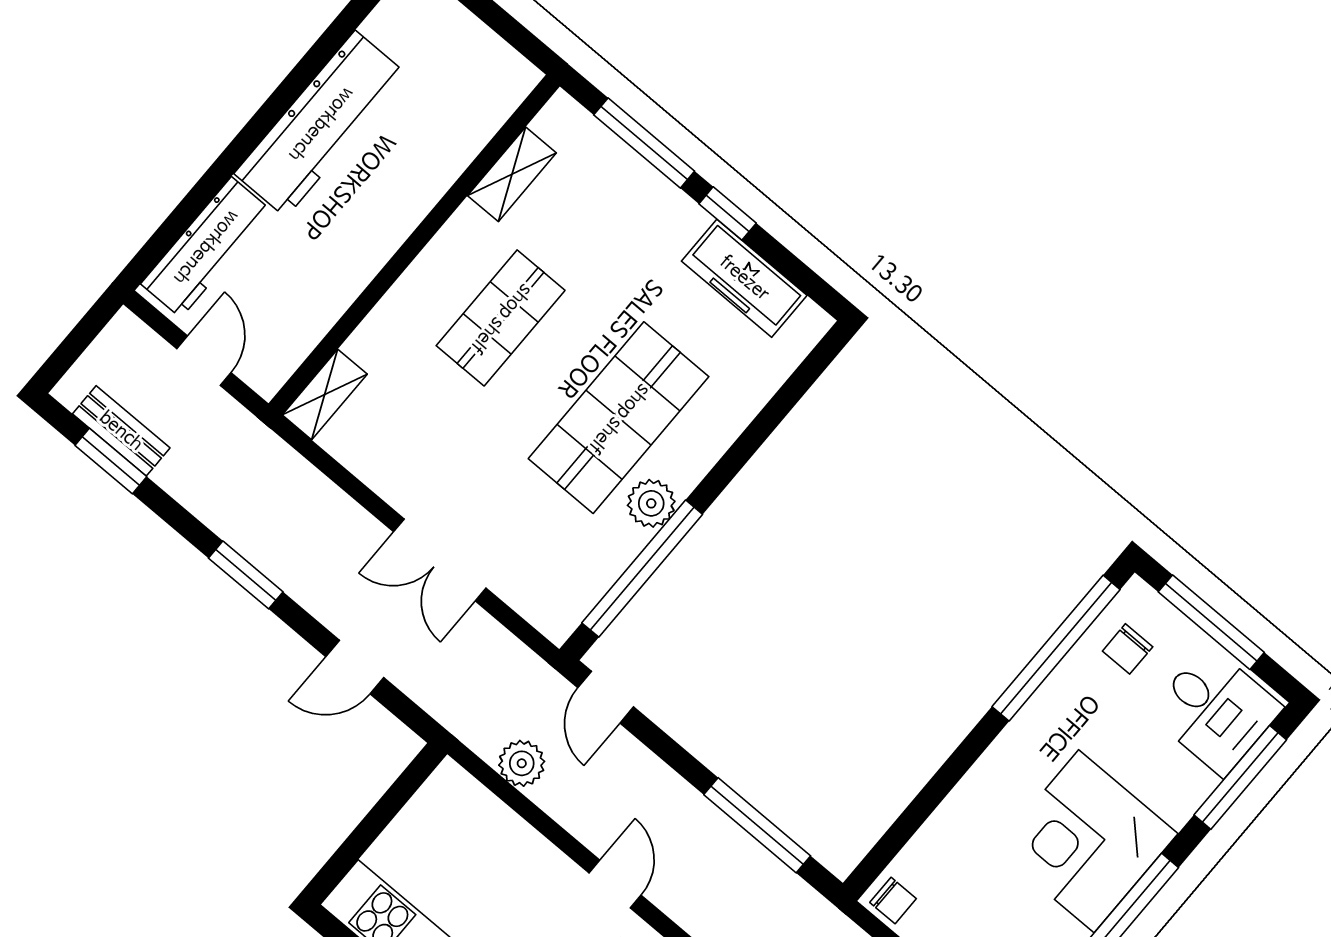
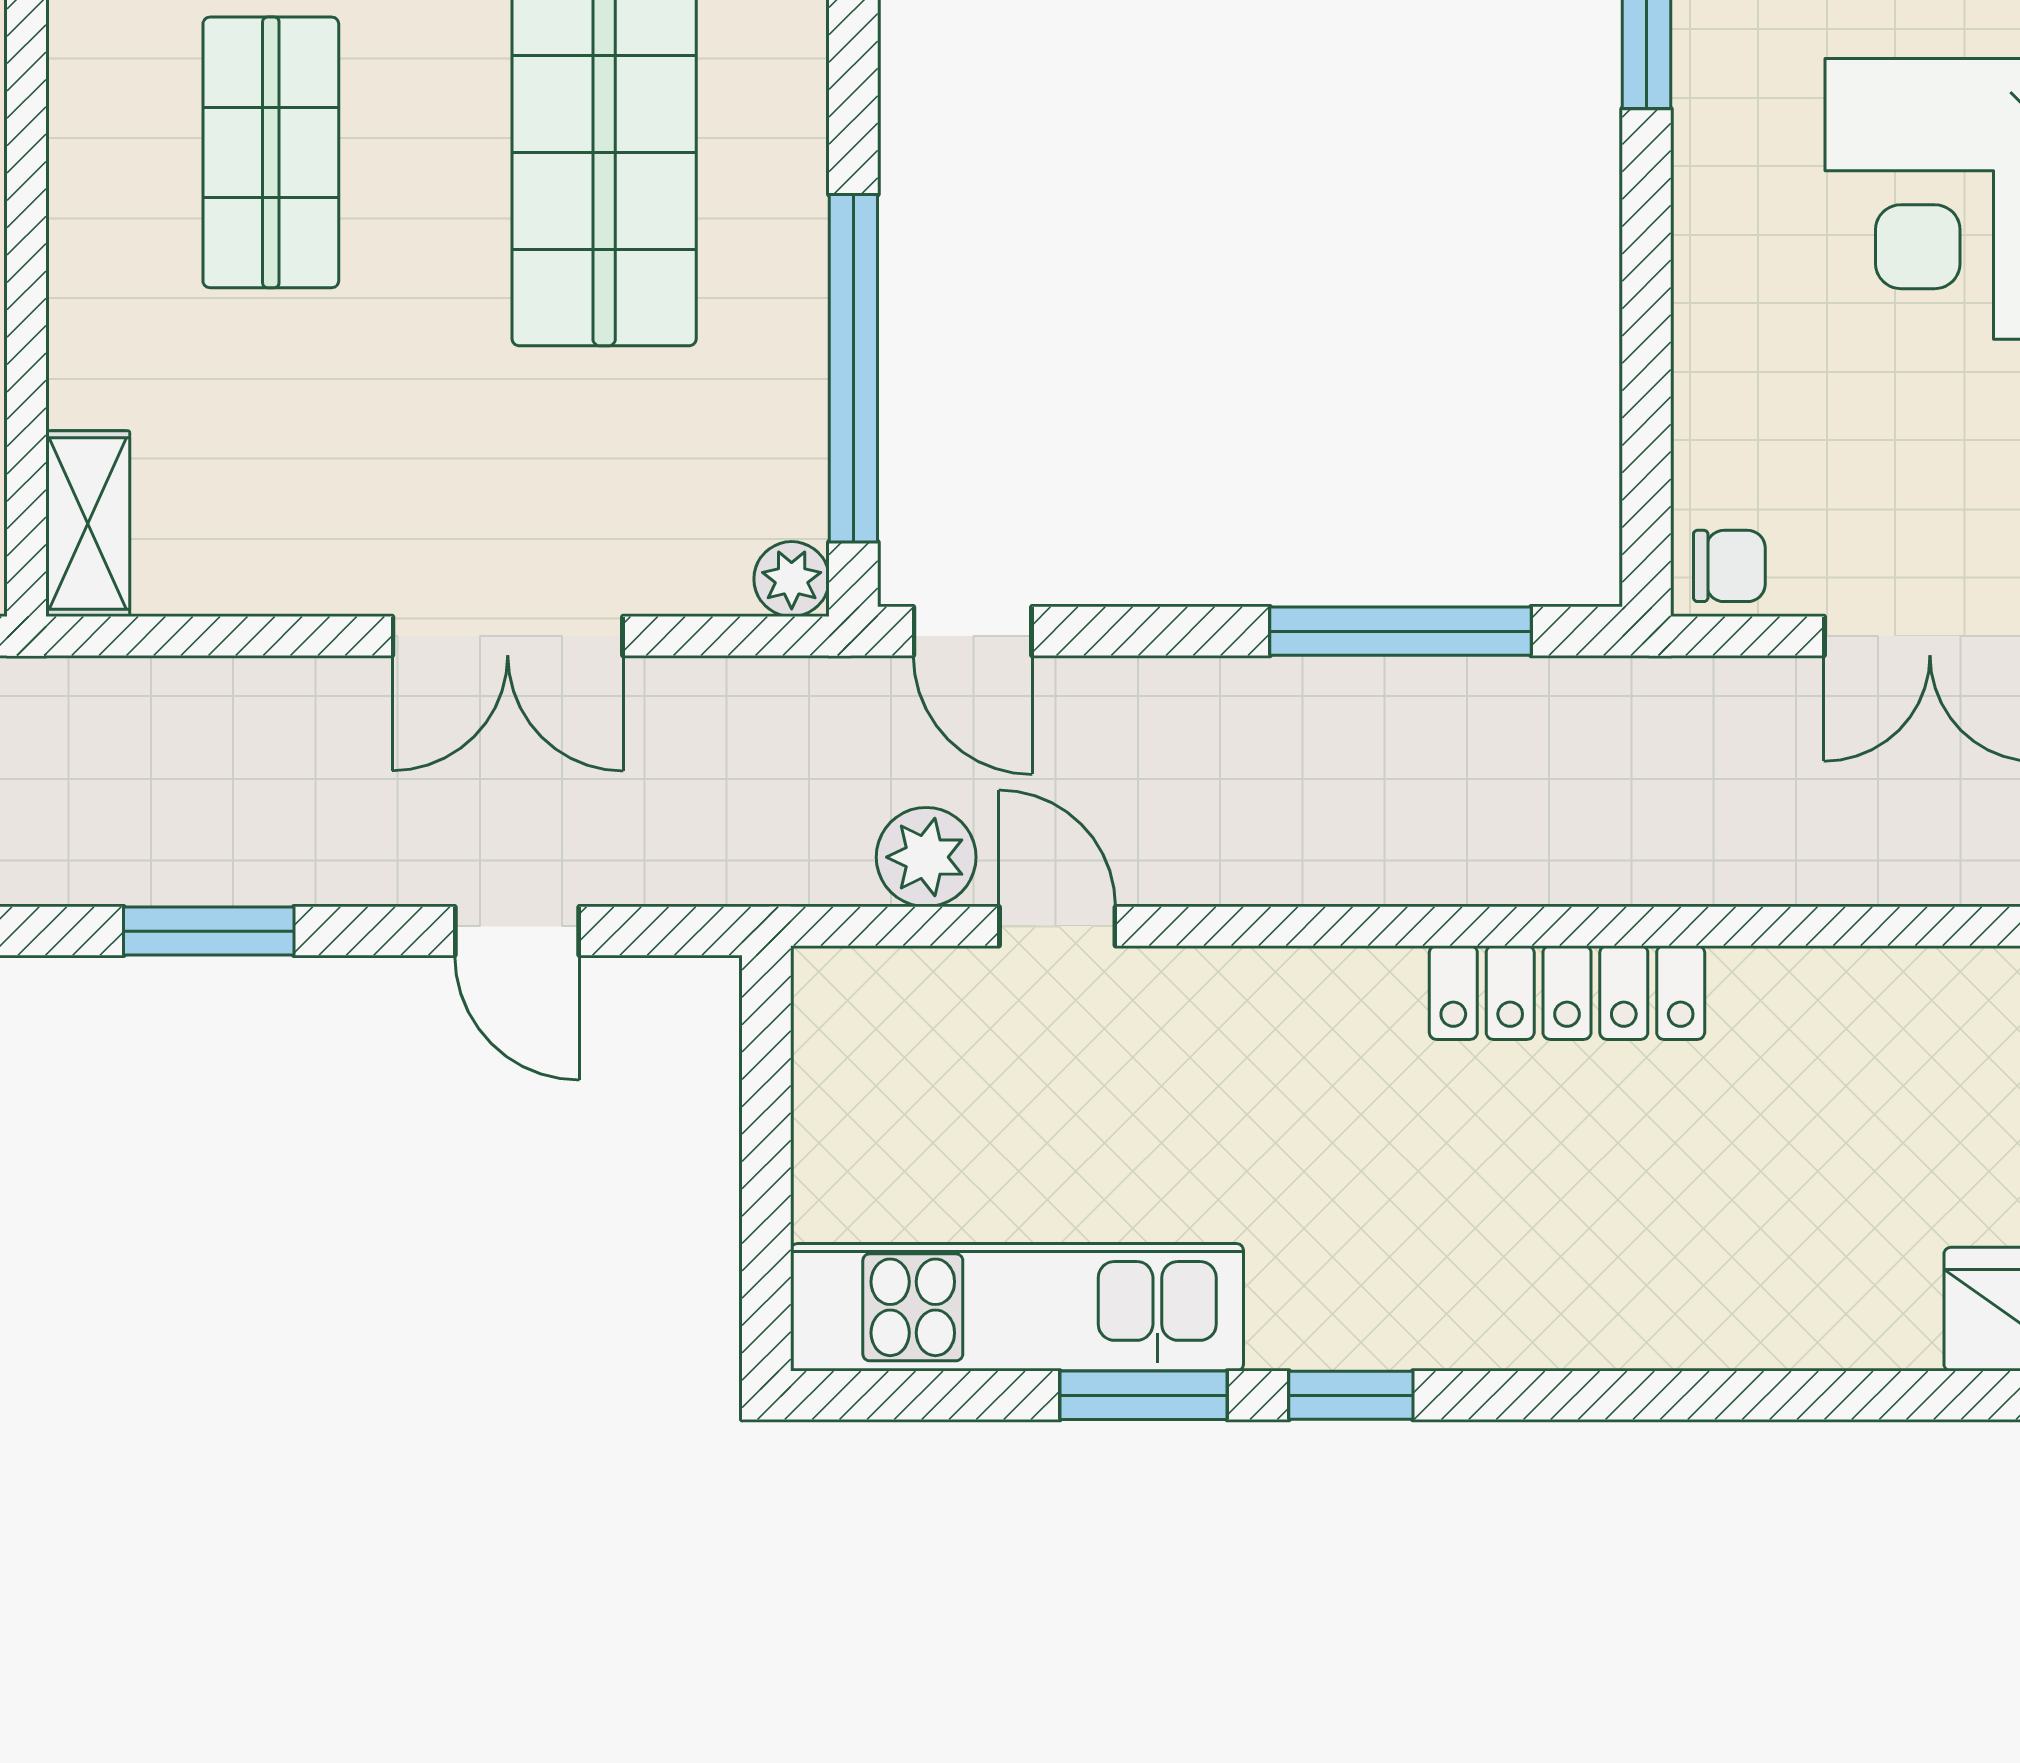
plant: (651, 503) -> (792, 579), moved, width x0.73, depth x0.73
door: (355, 667) -> (517, 931), hinge flipped
door: (615, 884) -> (1057, 926), moved

